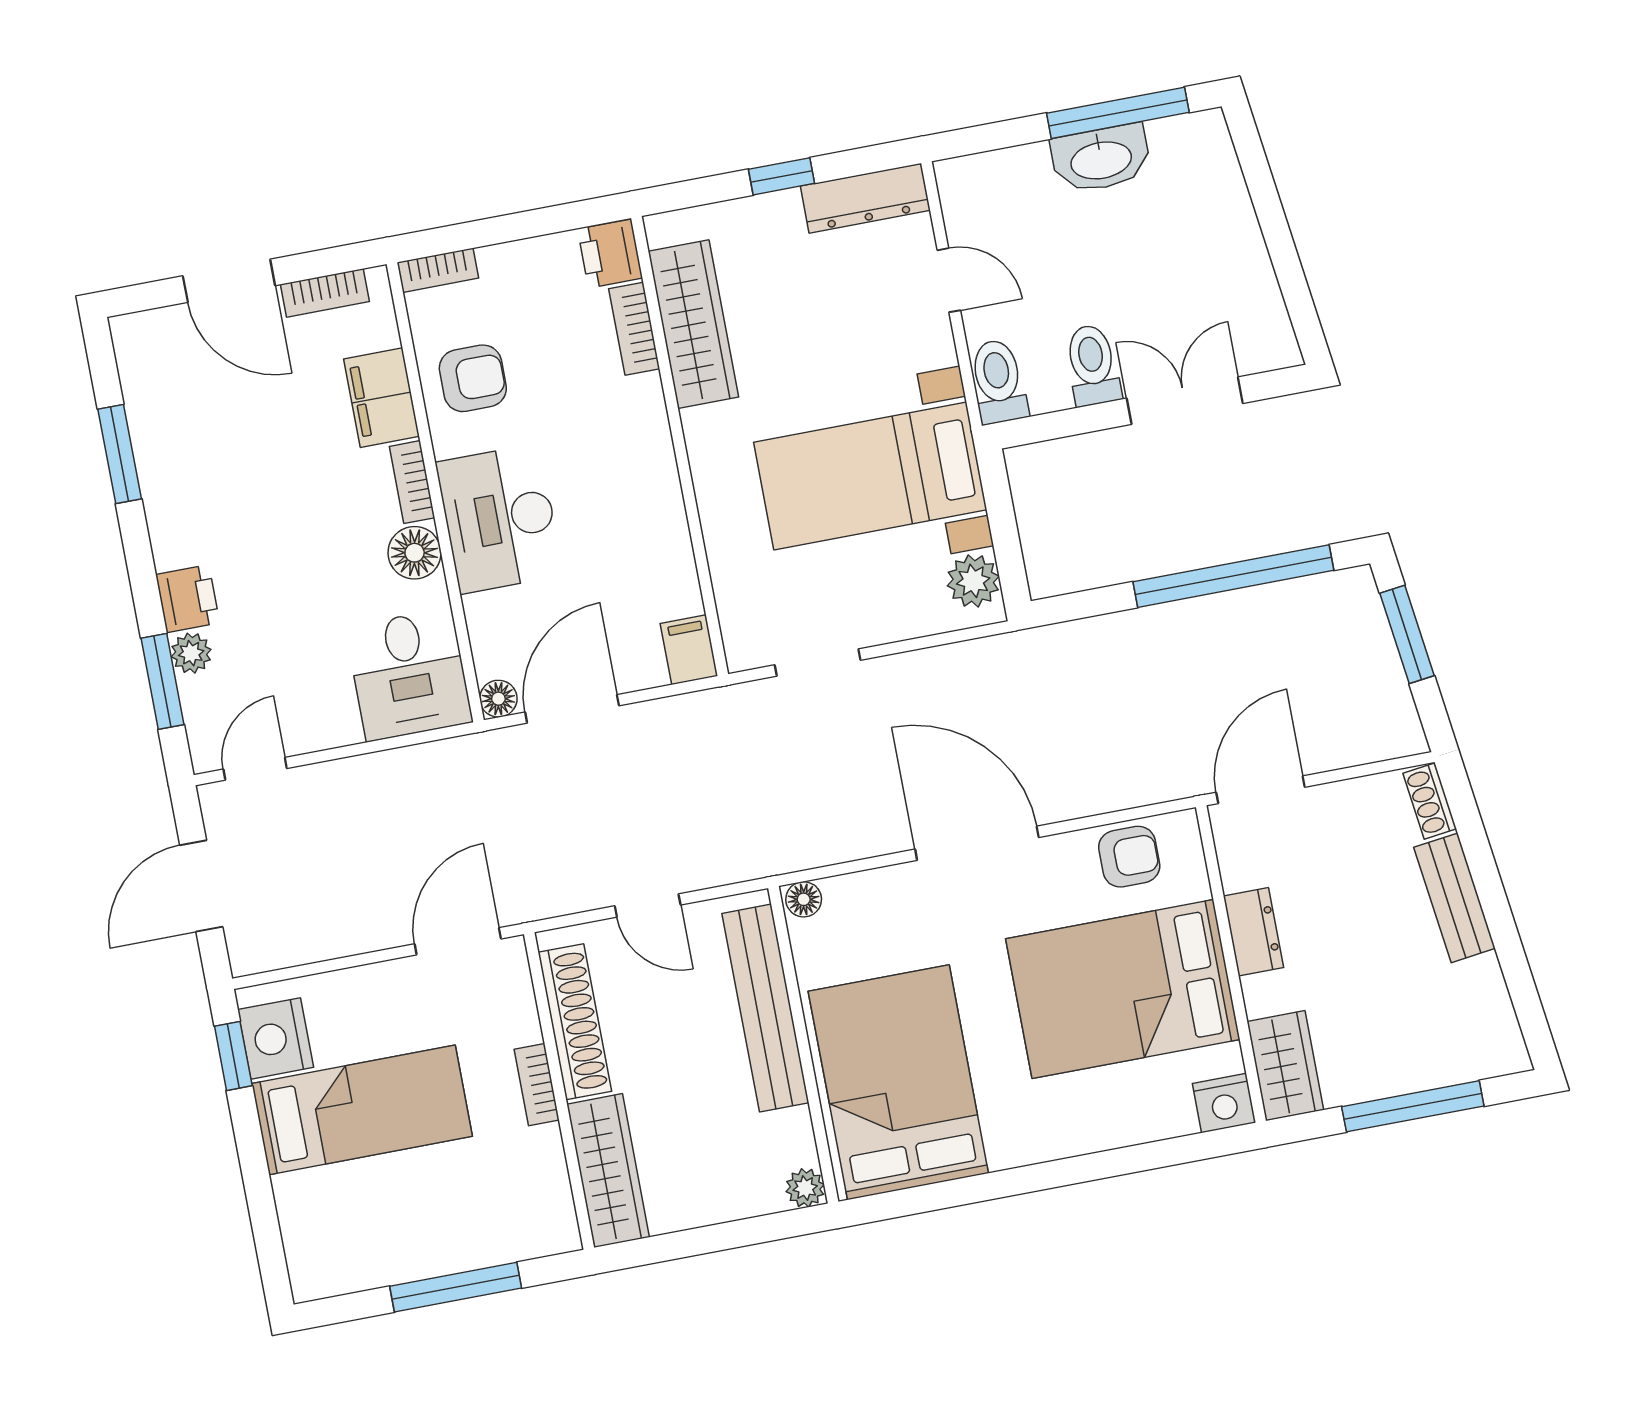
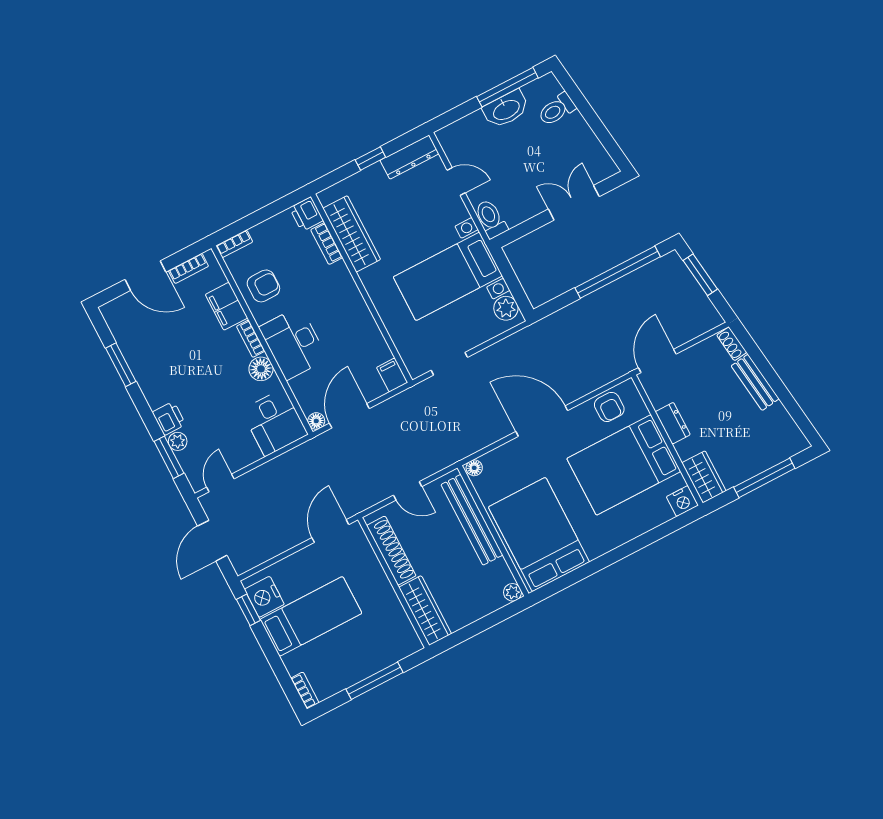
toilet: (1093, 365) -> (557, 109), moved, turned -97
armchair: (1129, 857) -> (609, 407), turned 90
bookcase: (537, 1085) -> (305, 691), moved, turned 180

